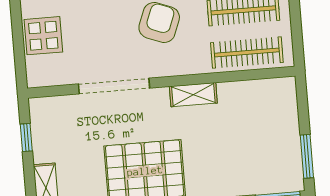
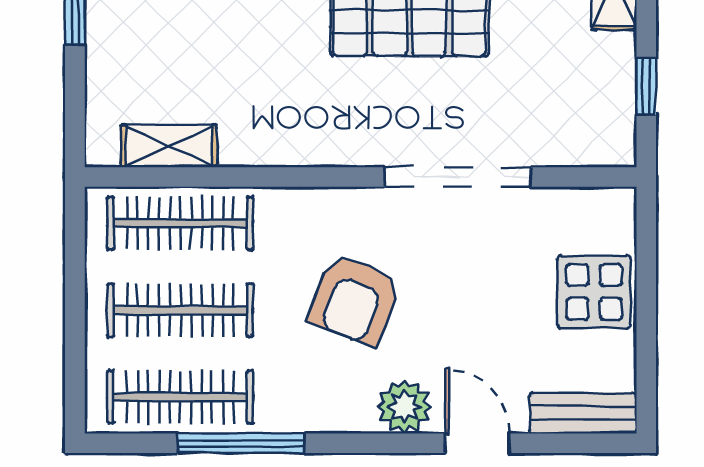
shelving: (193, 95) -> (169, 146), moved

